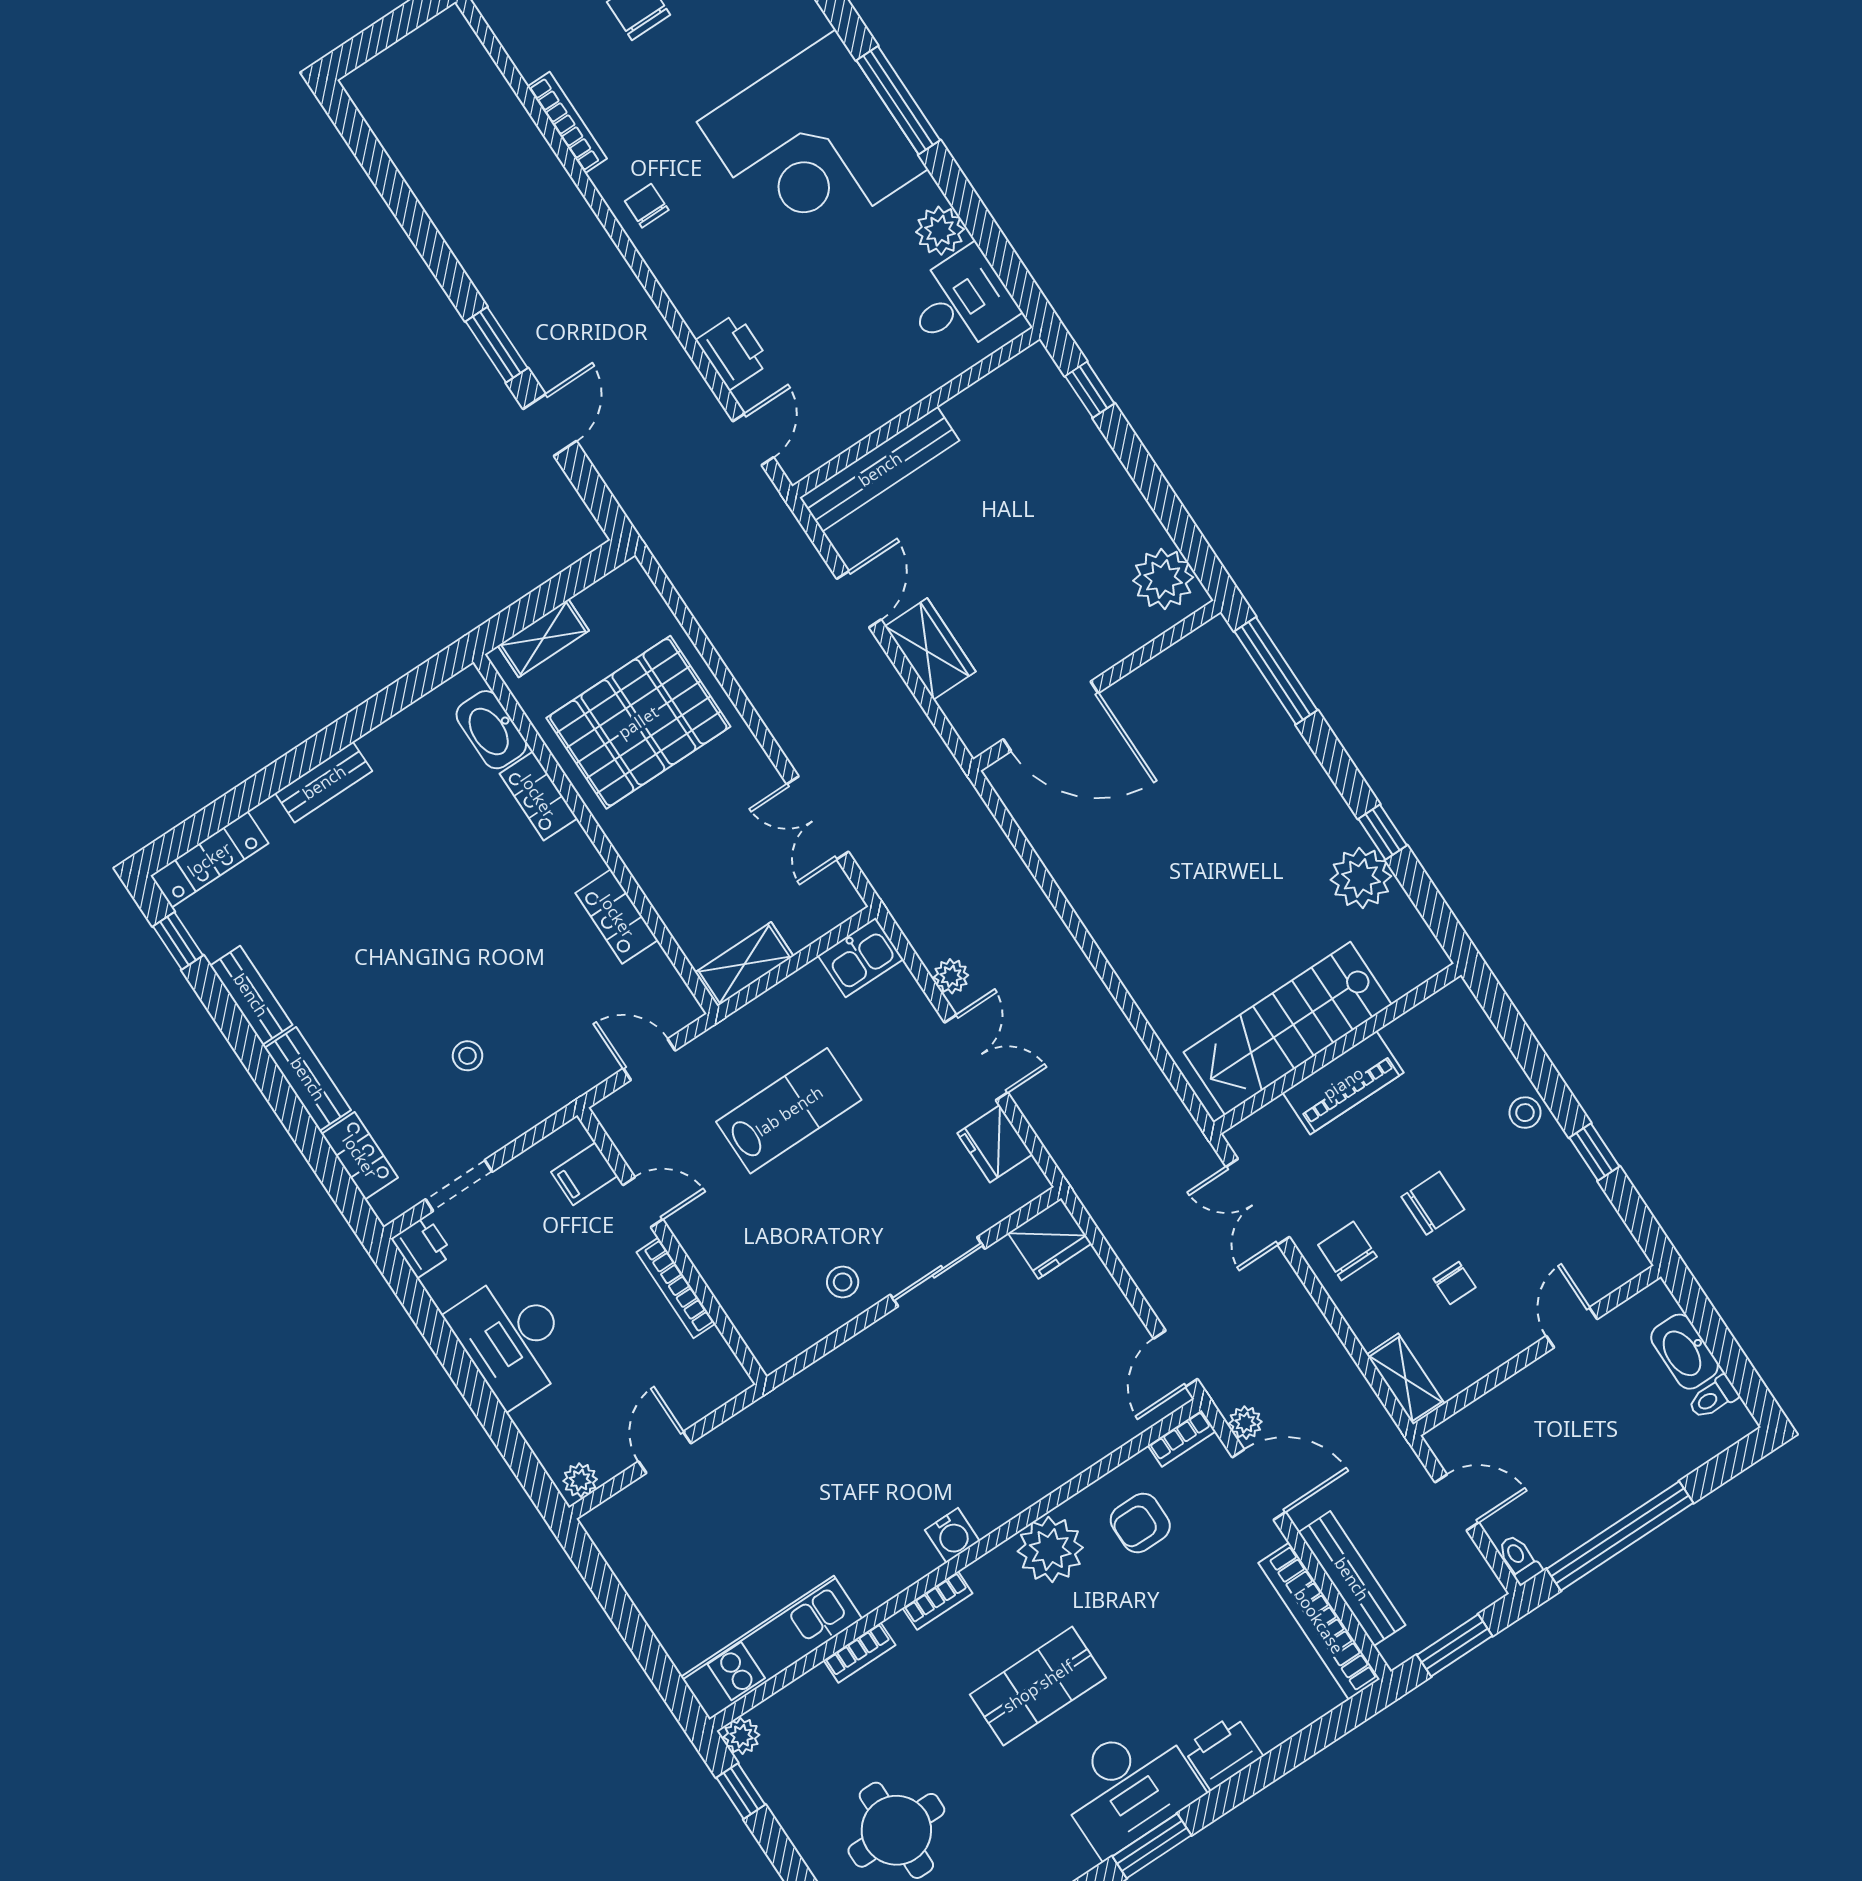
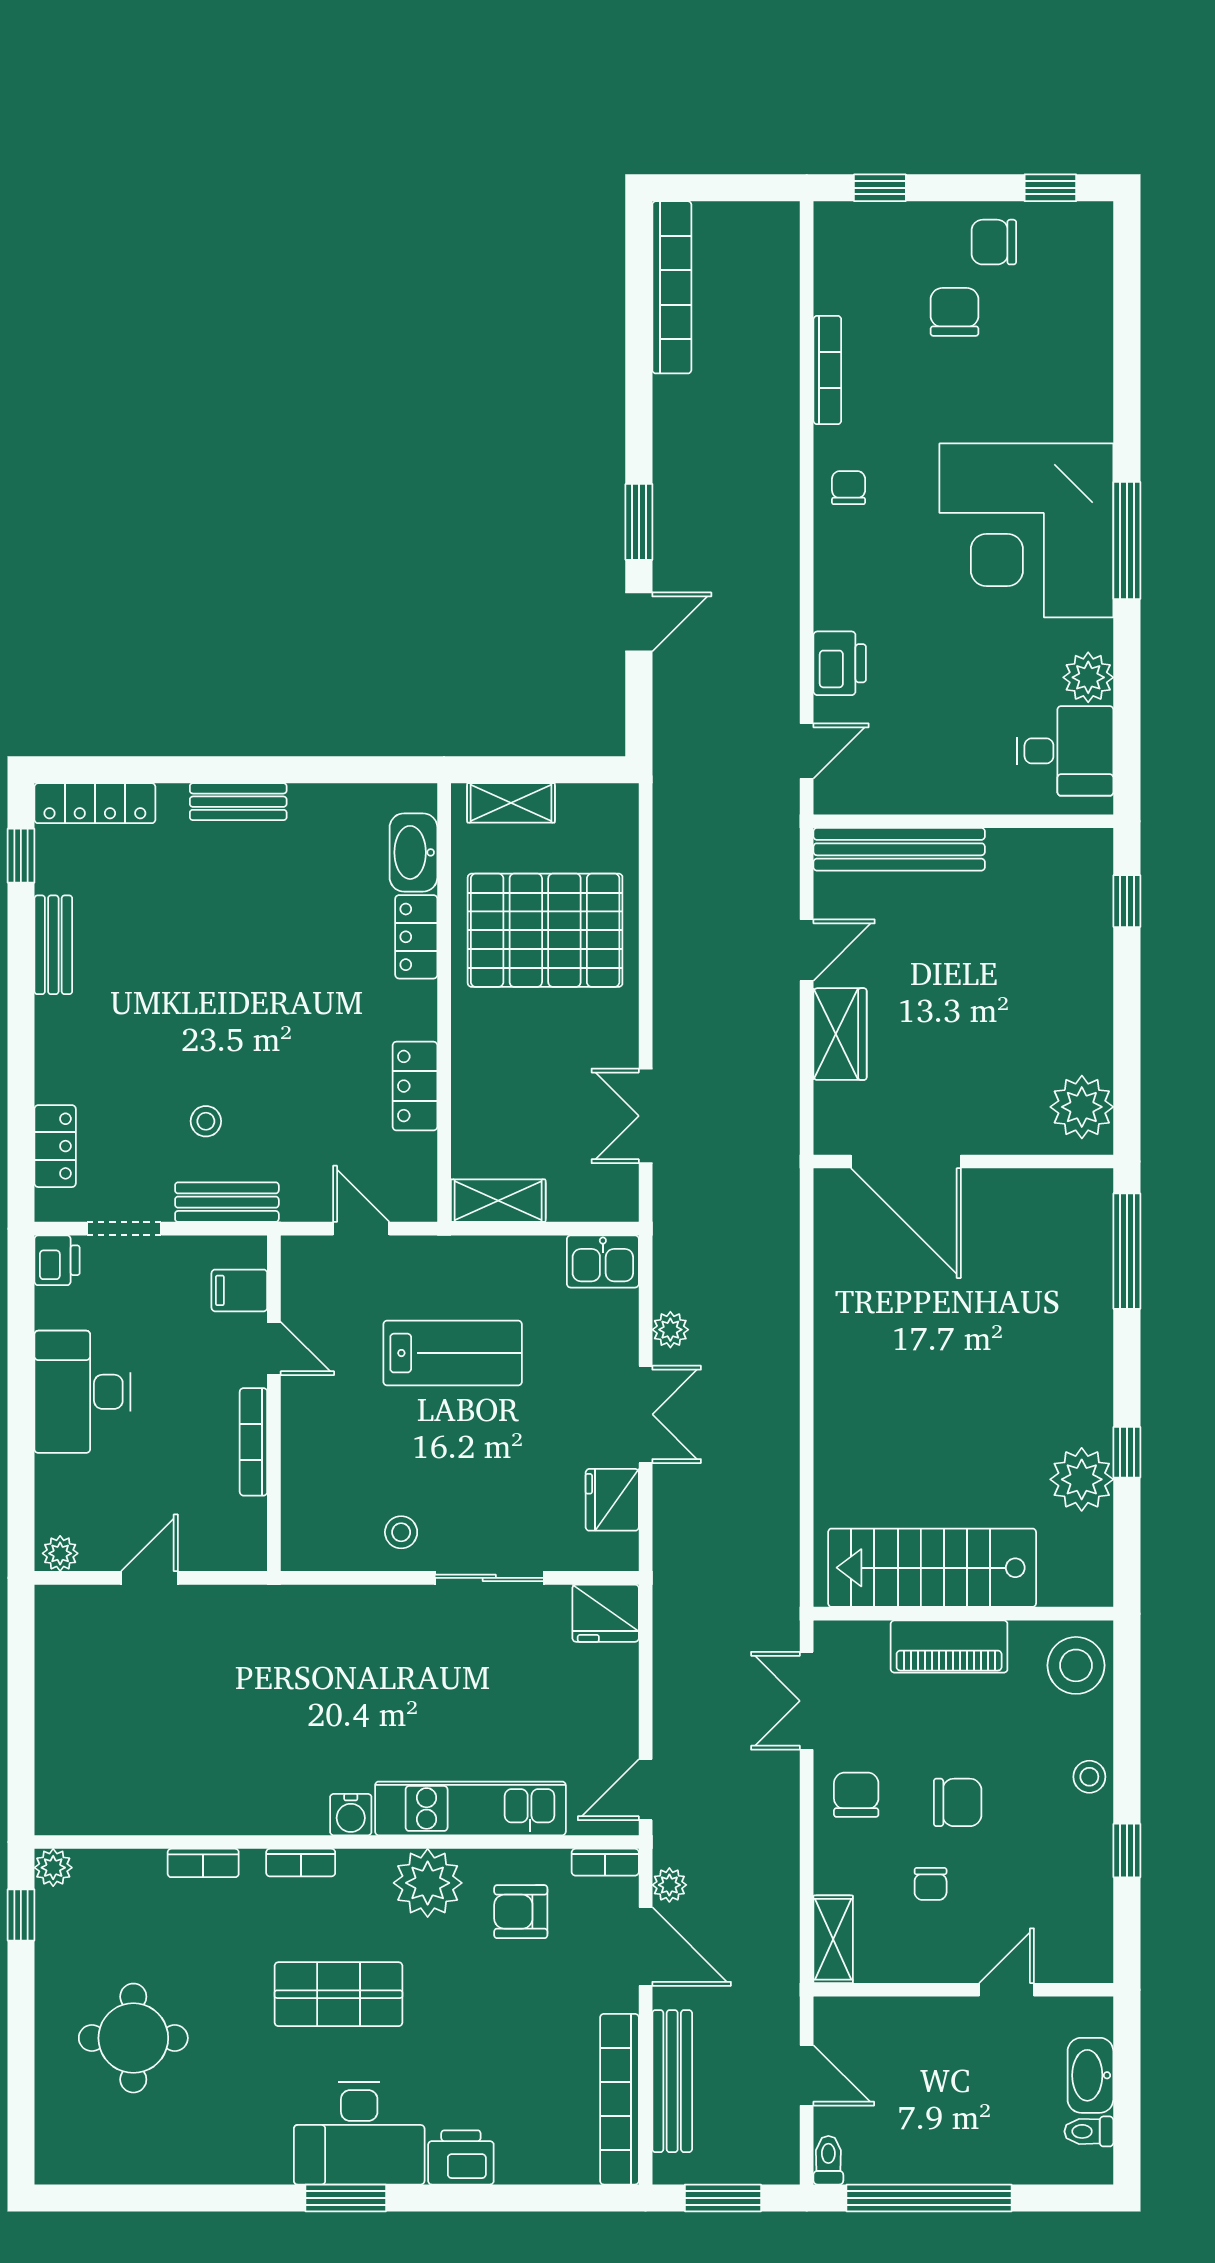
bookcase: (398, 139) -> (672, 287), added
stool: (1455, 1030) -> (1076, 1665), added
bench: (308, 1079) -> (227, 1202), moved, turned 90
kitchen unit: (772, 1648) -> (470, 1808), moved

